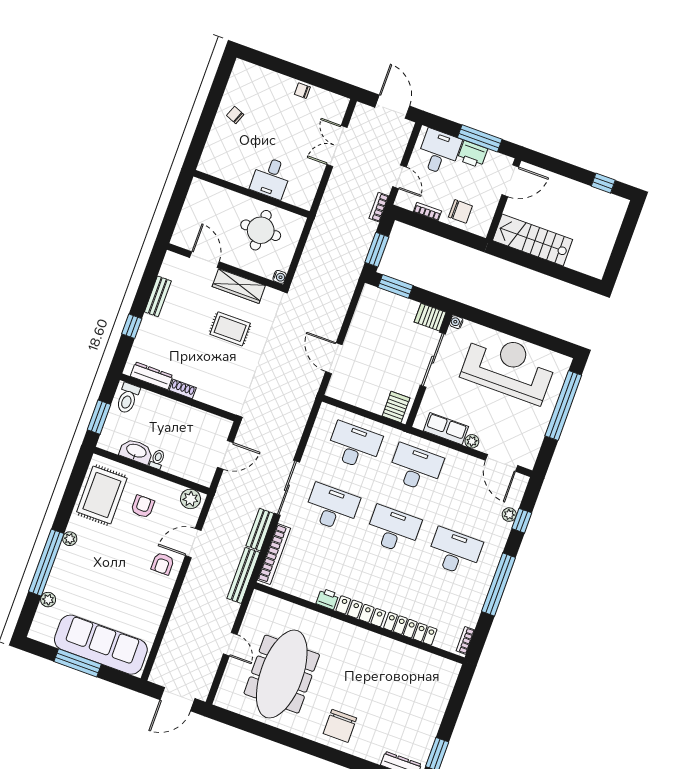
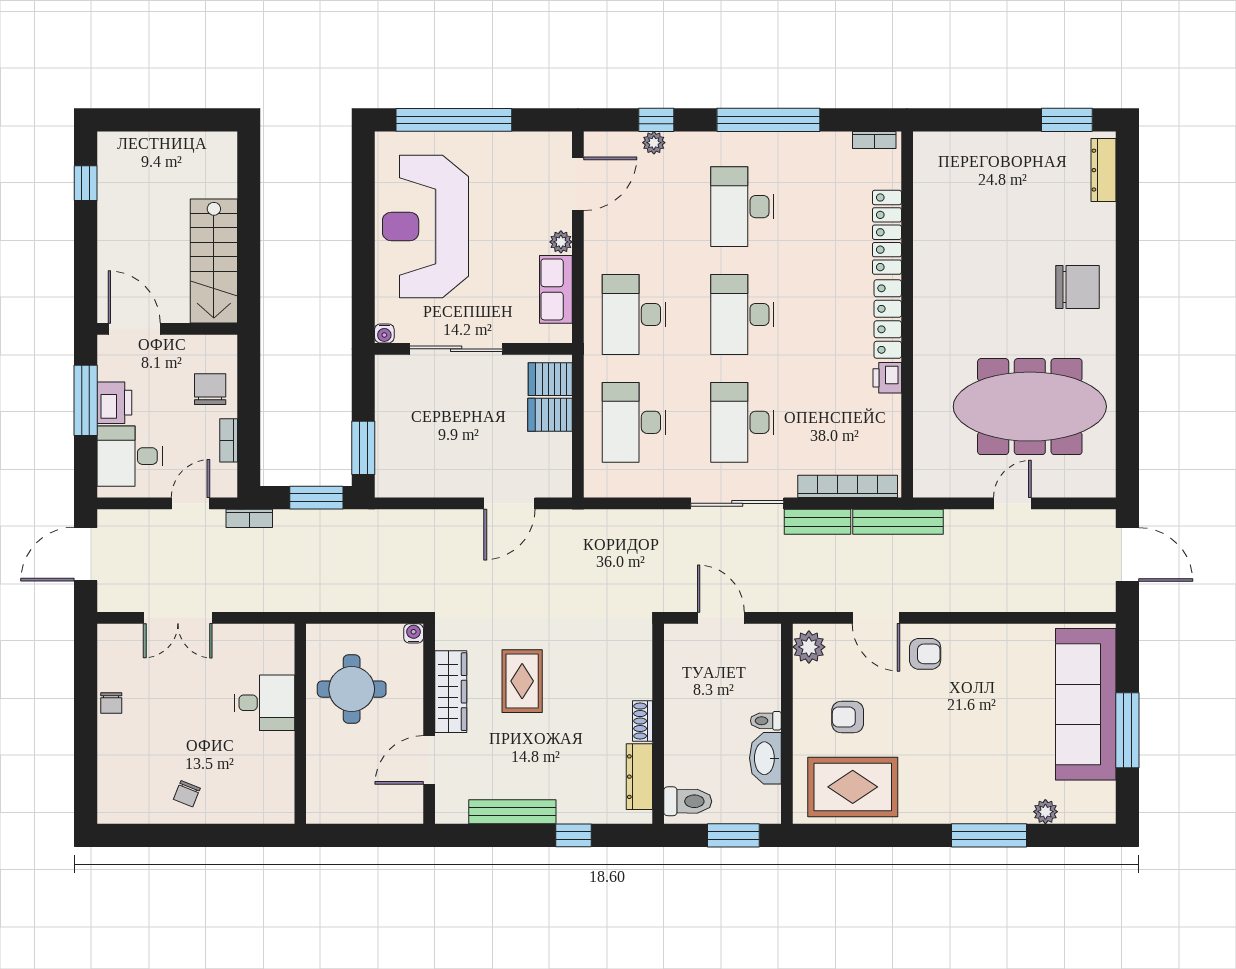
bench: (158, 296) -> (512, 812), width x1.36
server rack: (430, 317) -> (550, 415), moved, turned 90
plant: (70, 539) -> (939, 812), removed
window: (46, 563) -> (989, 835), width x0.68

